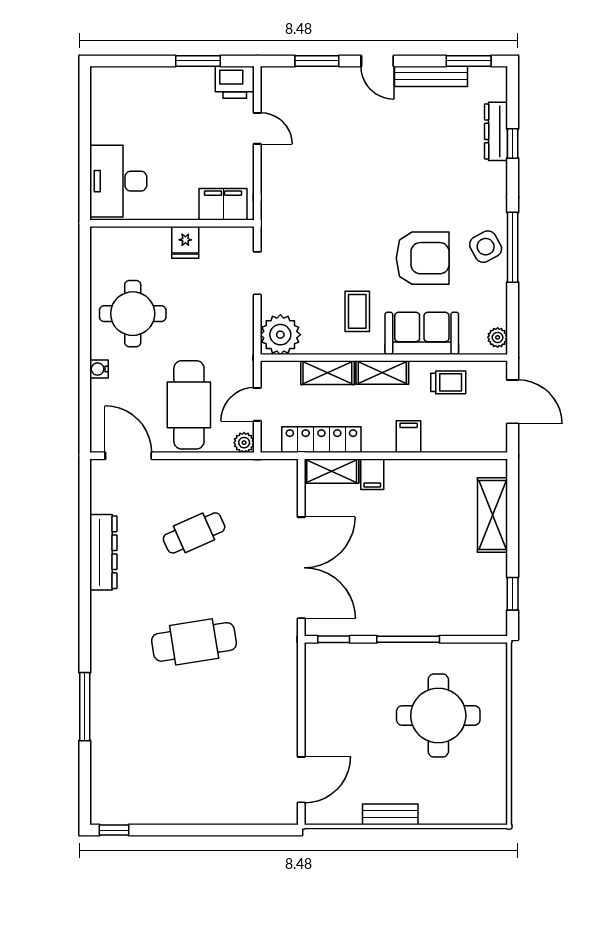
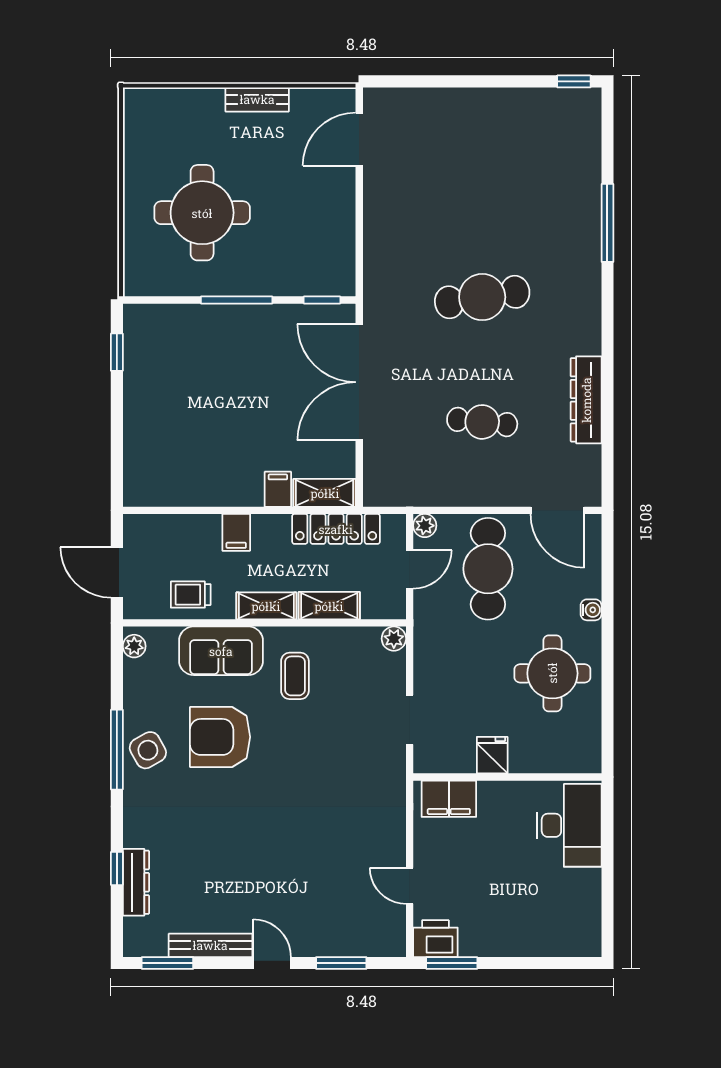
window: (198, 61) -> (452, 963), moved
plant: (280, 335) -> (394, 639), width x0.53, depth x0.53
shelving: (493, 515) -> (140, 443), removed
cafe table: (194, 533) -> (482, 422), turned 30

